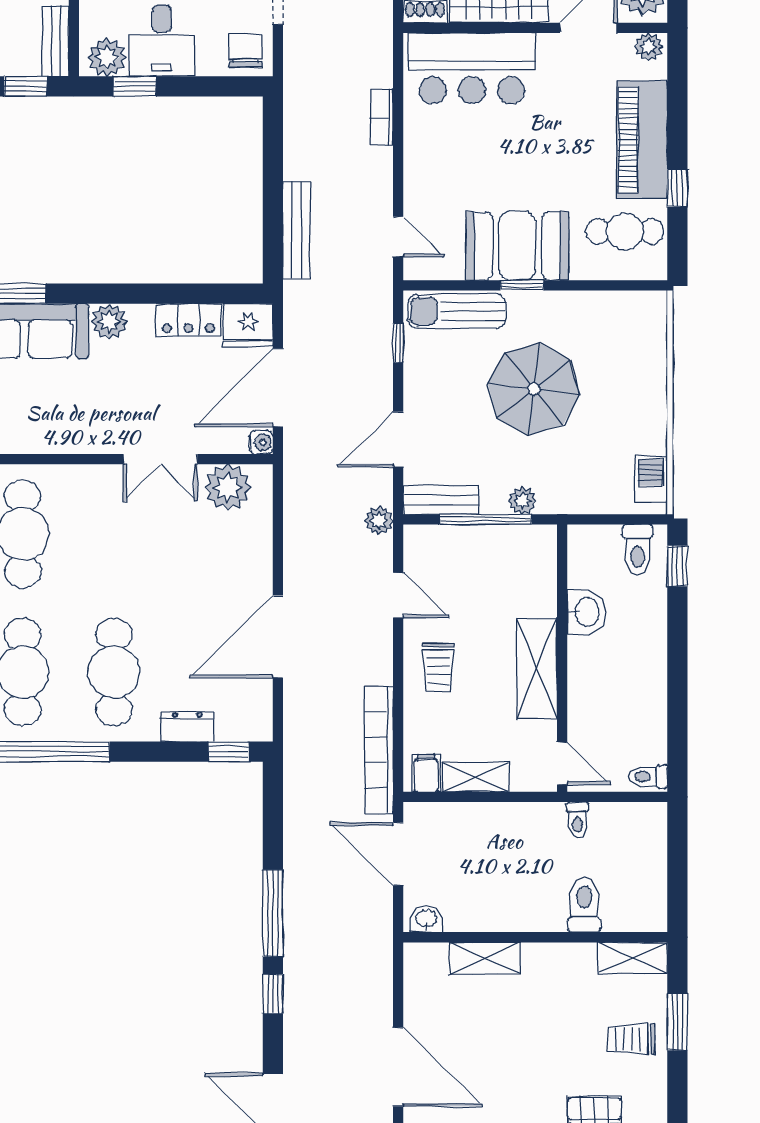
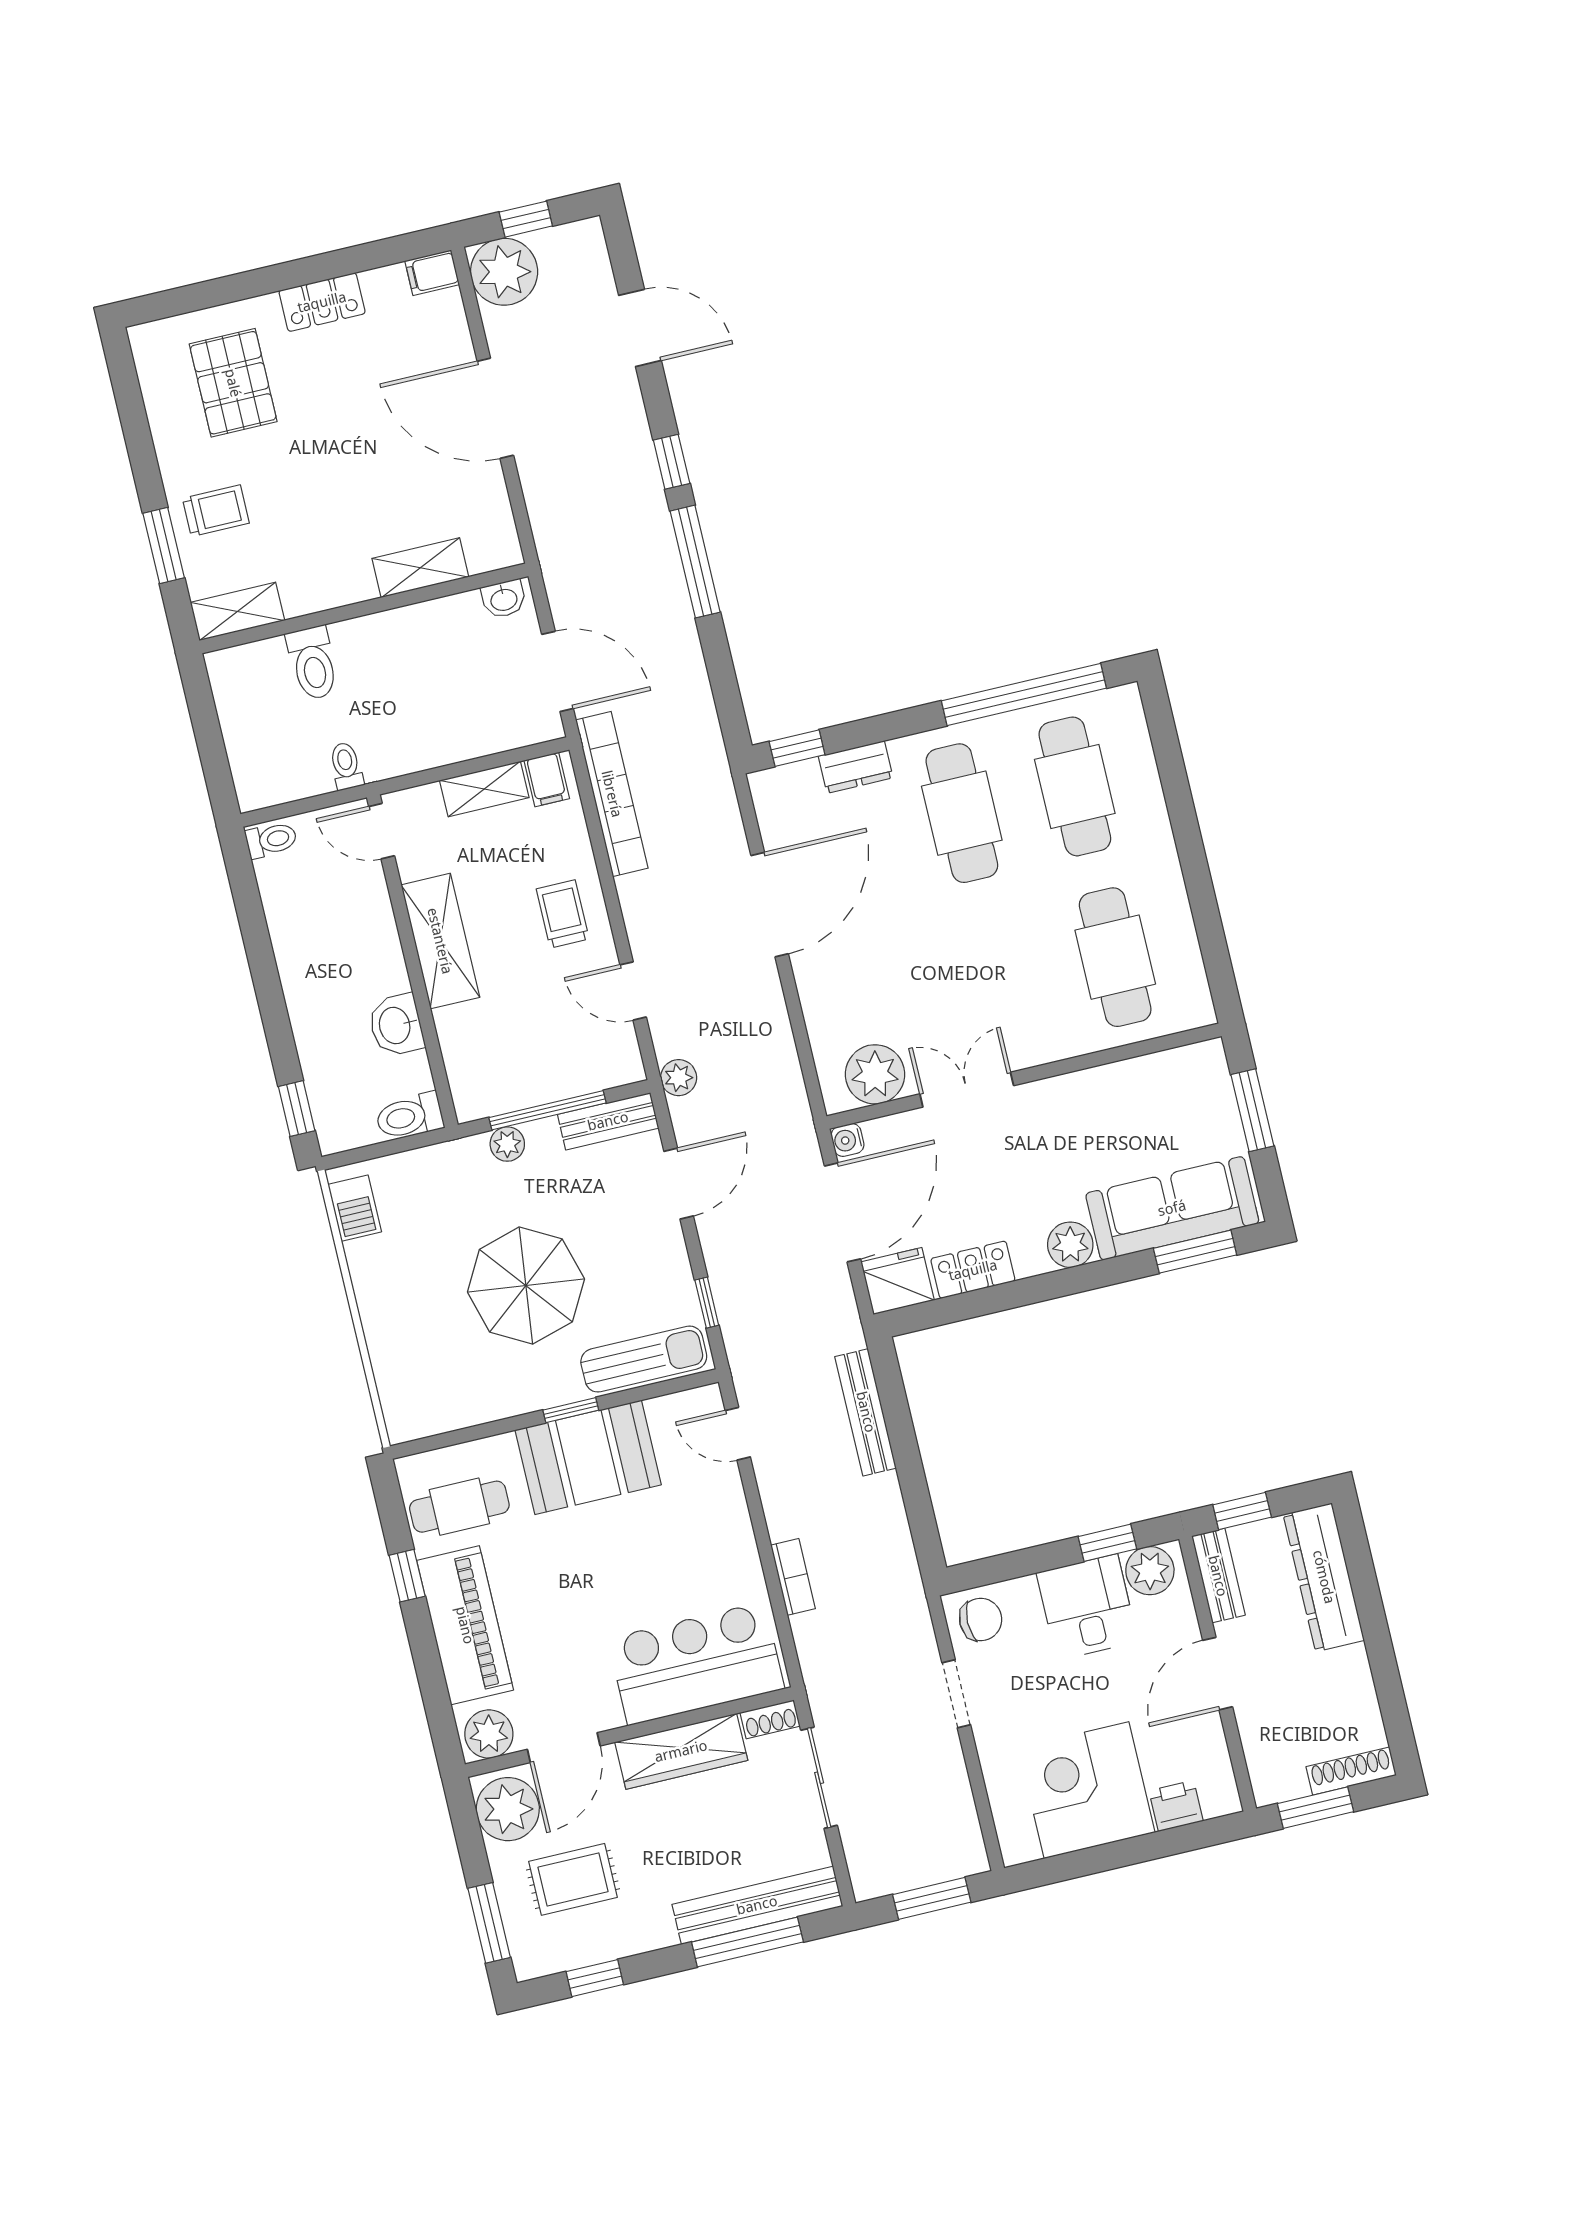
plant: (649, 47) -> (489, 1734), width x1.38, depth x1.38
chair: (246, 51) -> (981, 1619), turned -90
toilet: (638, 550) -> (409, 1116), moved, turned -90

